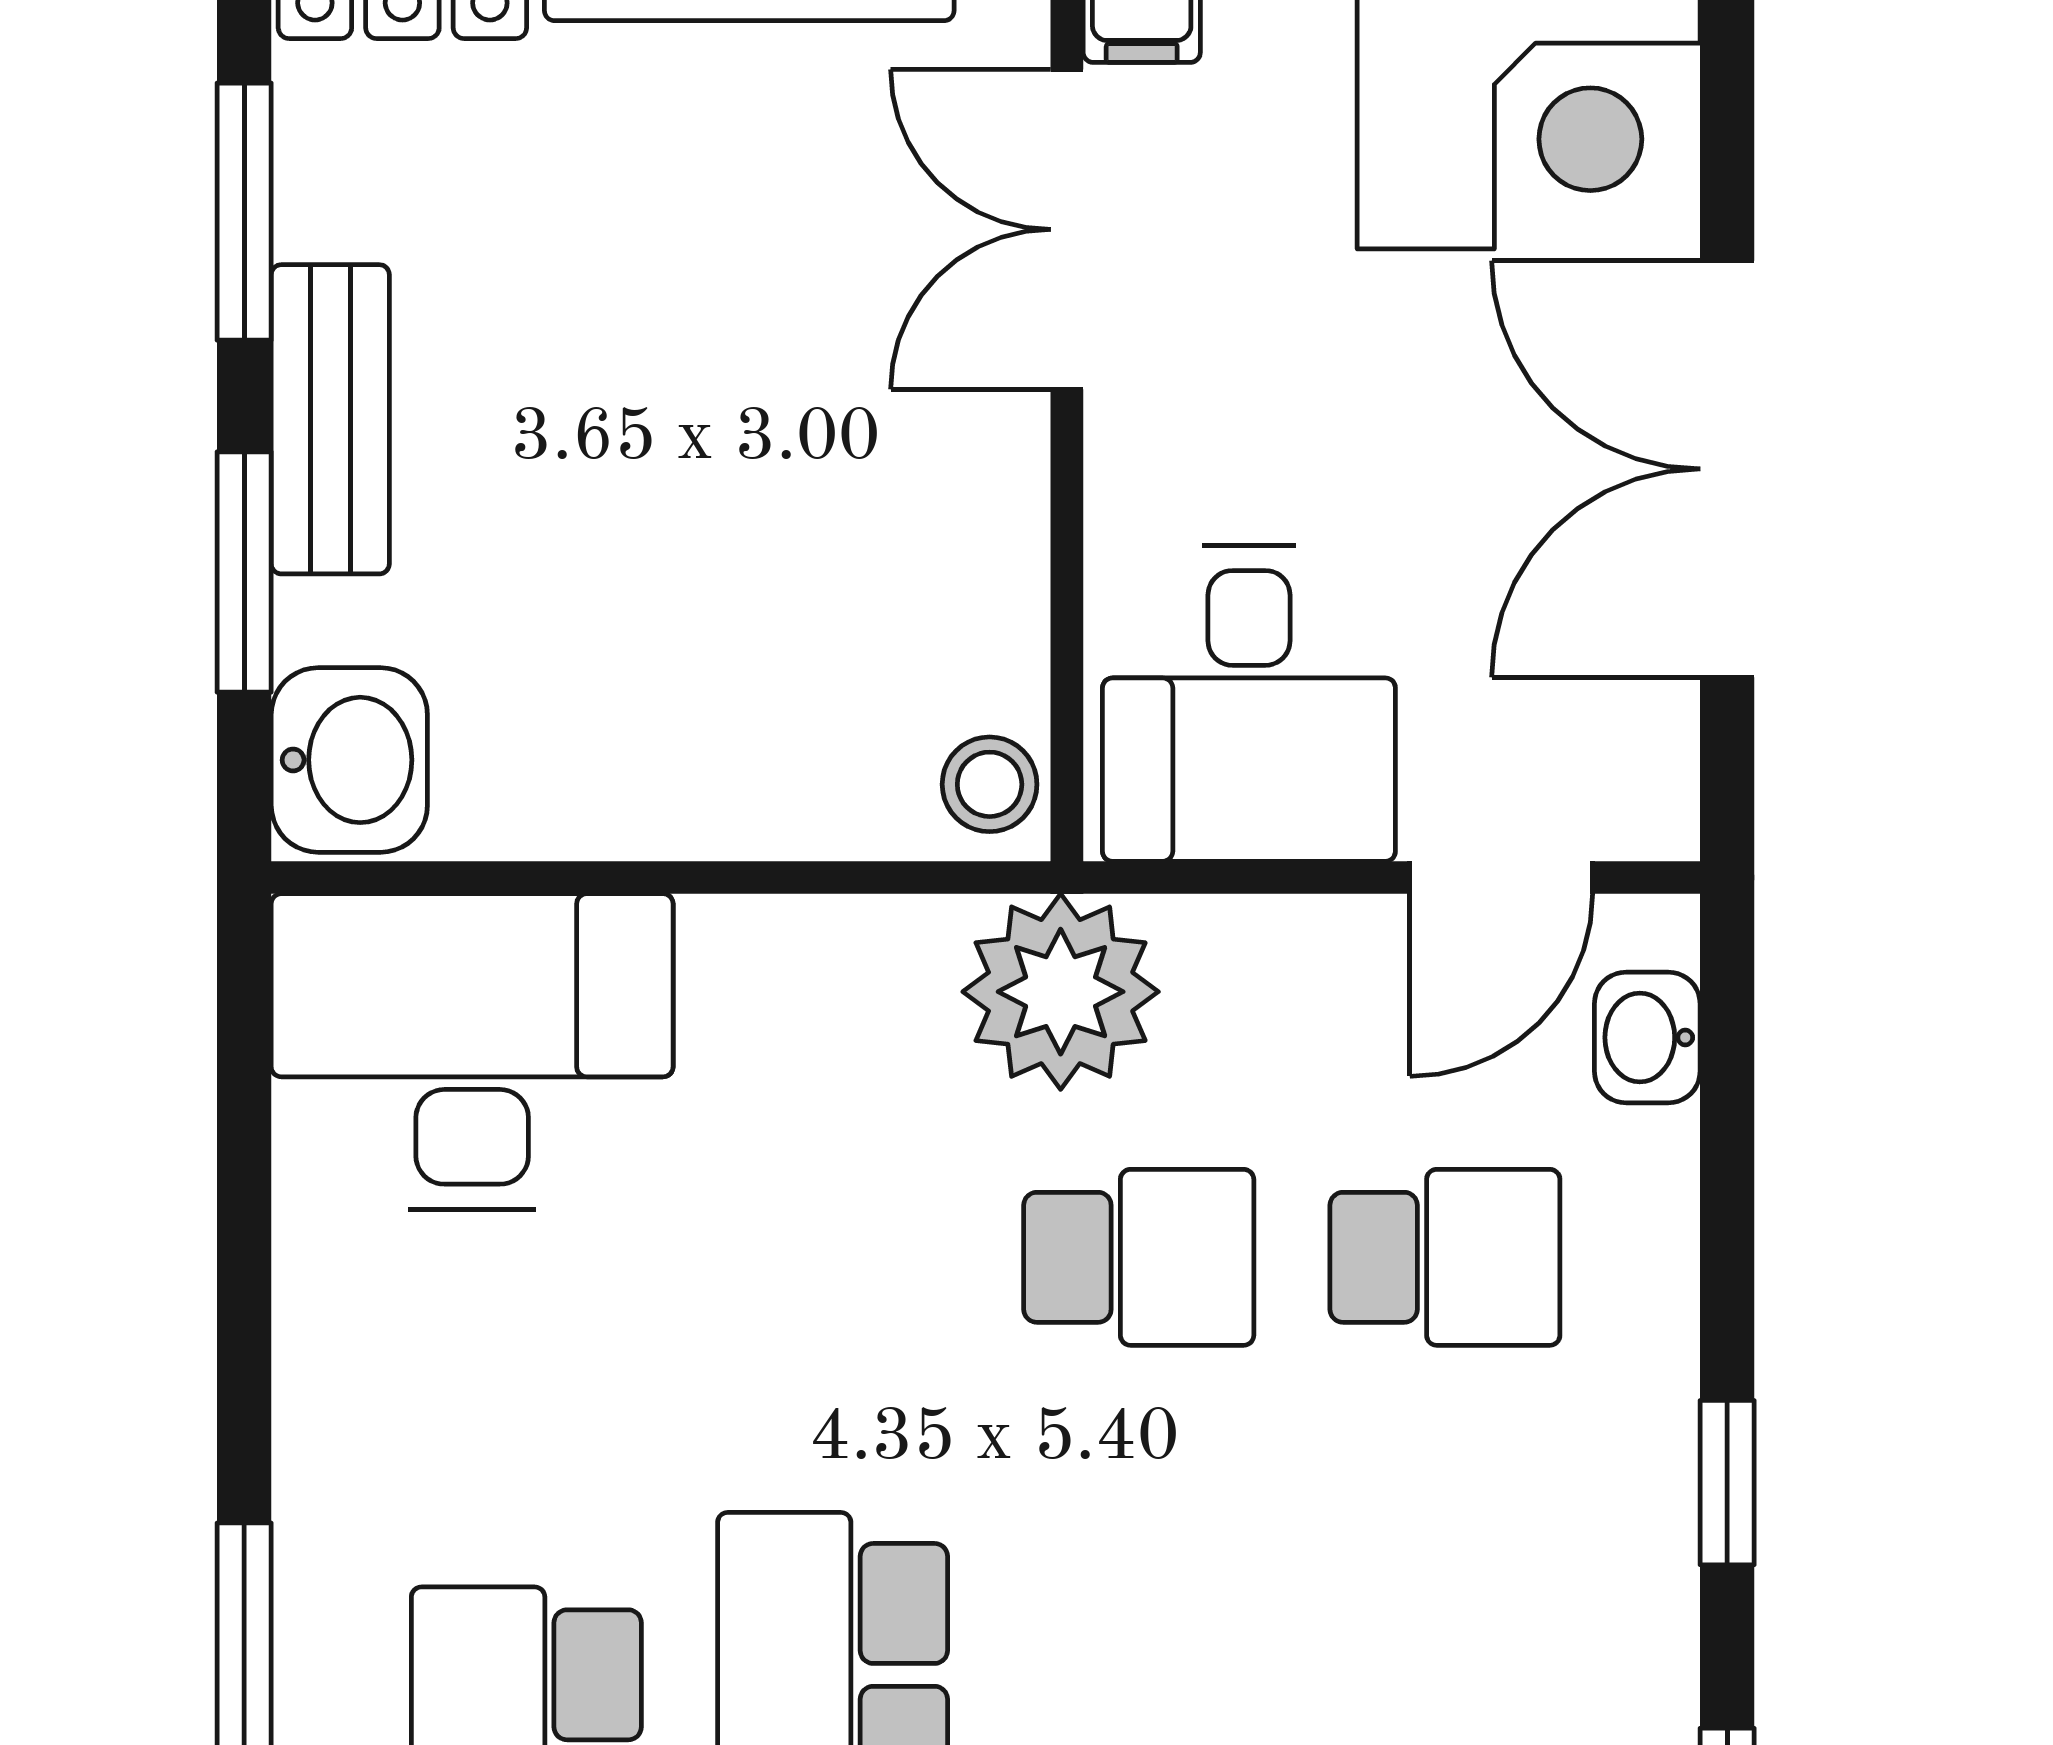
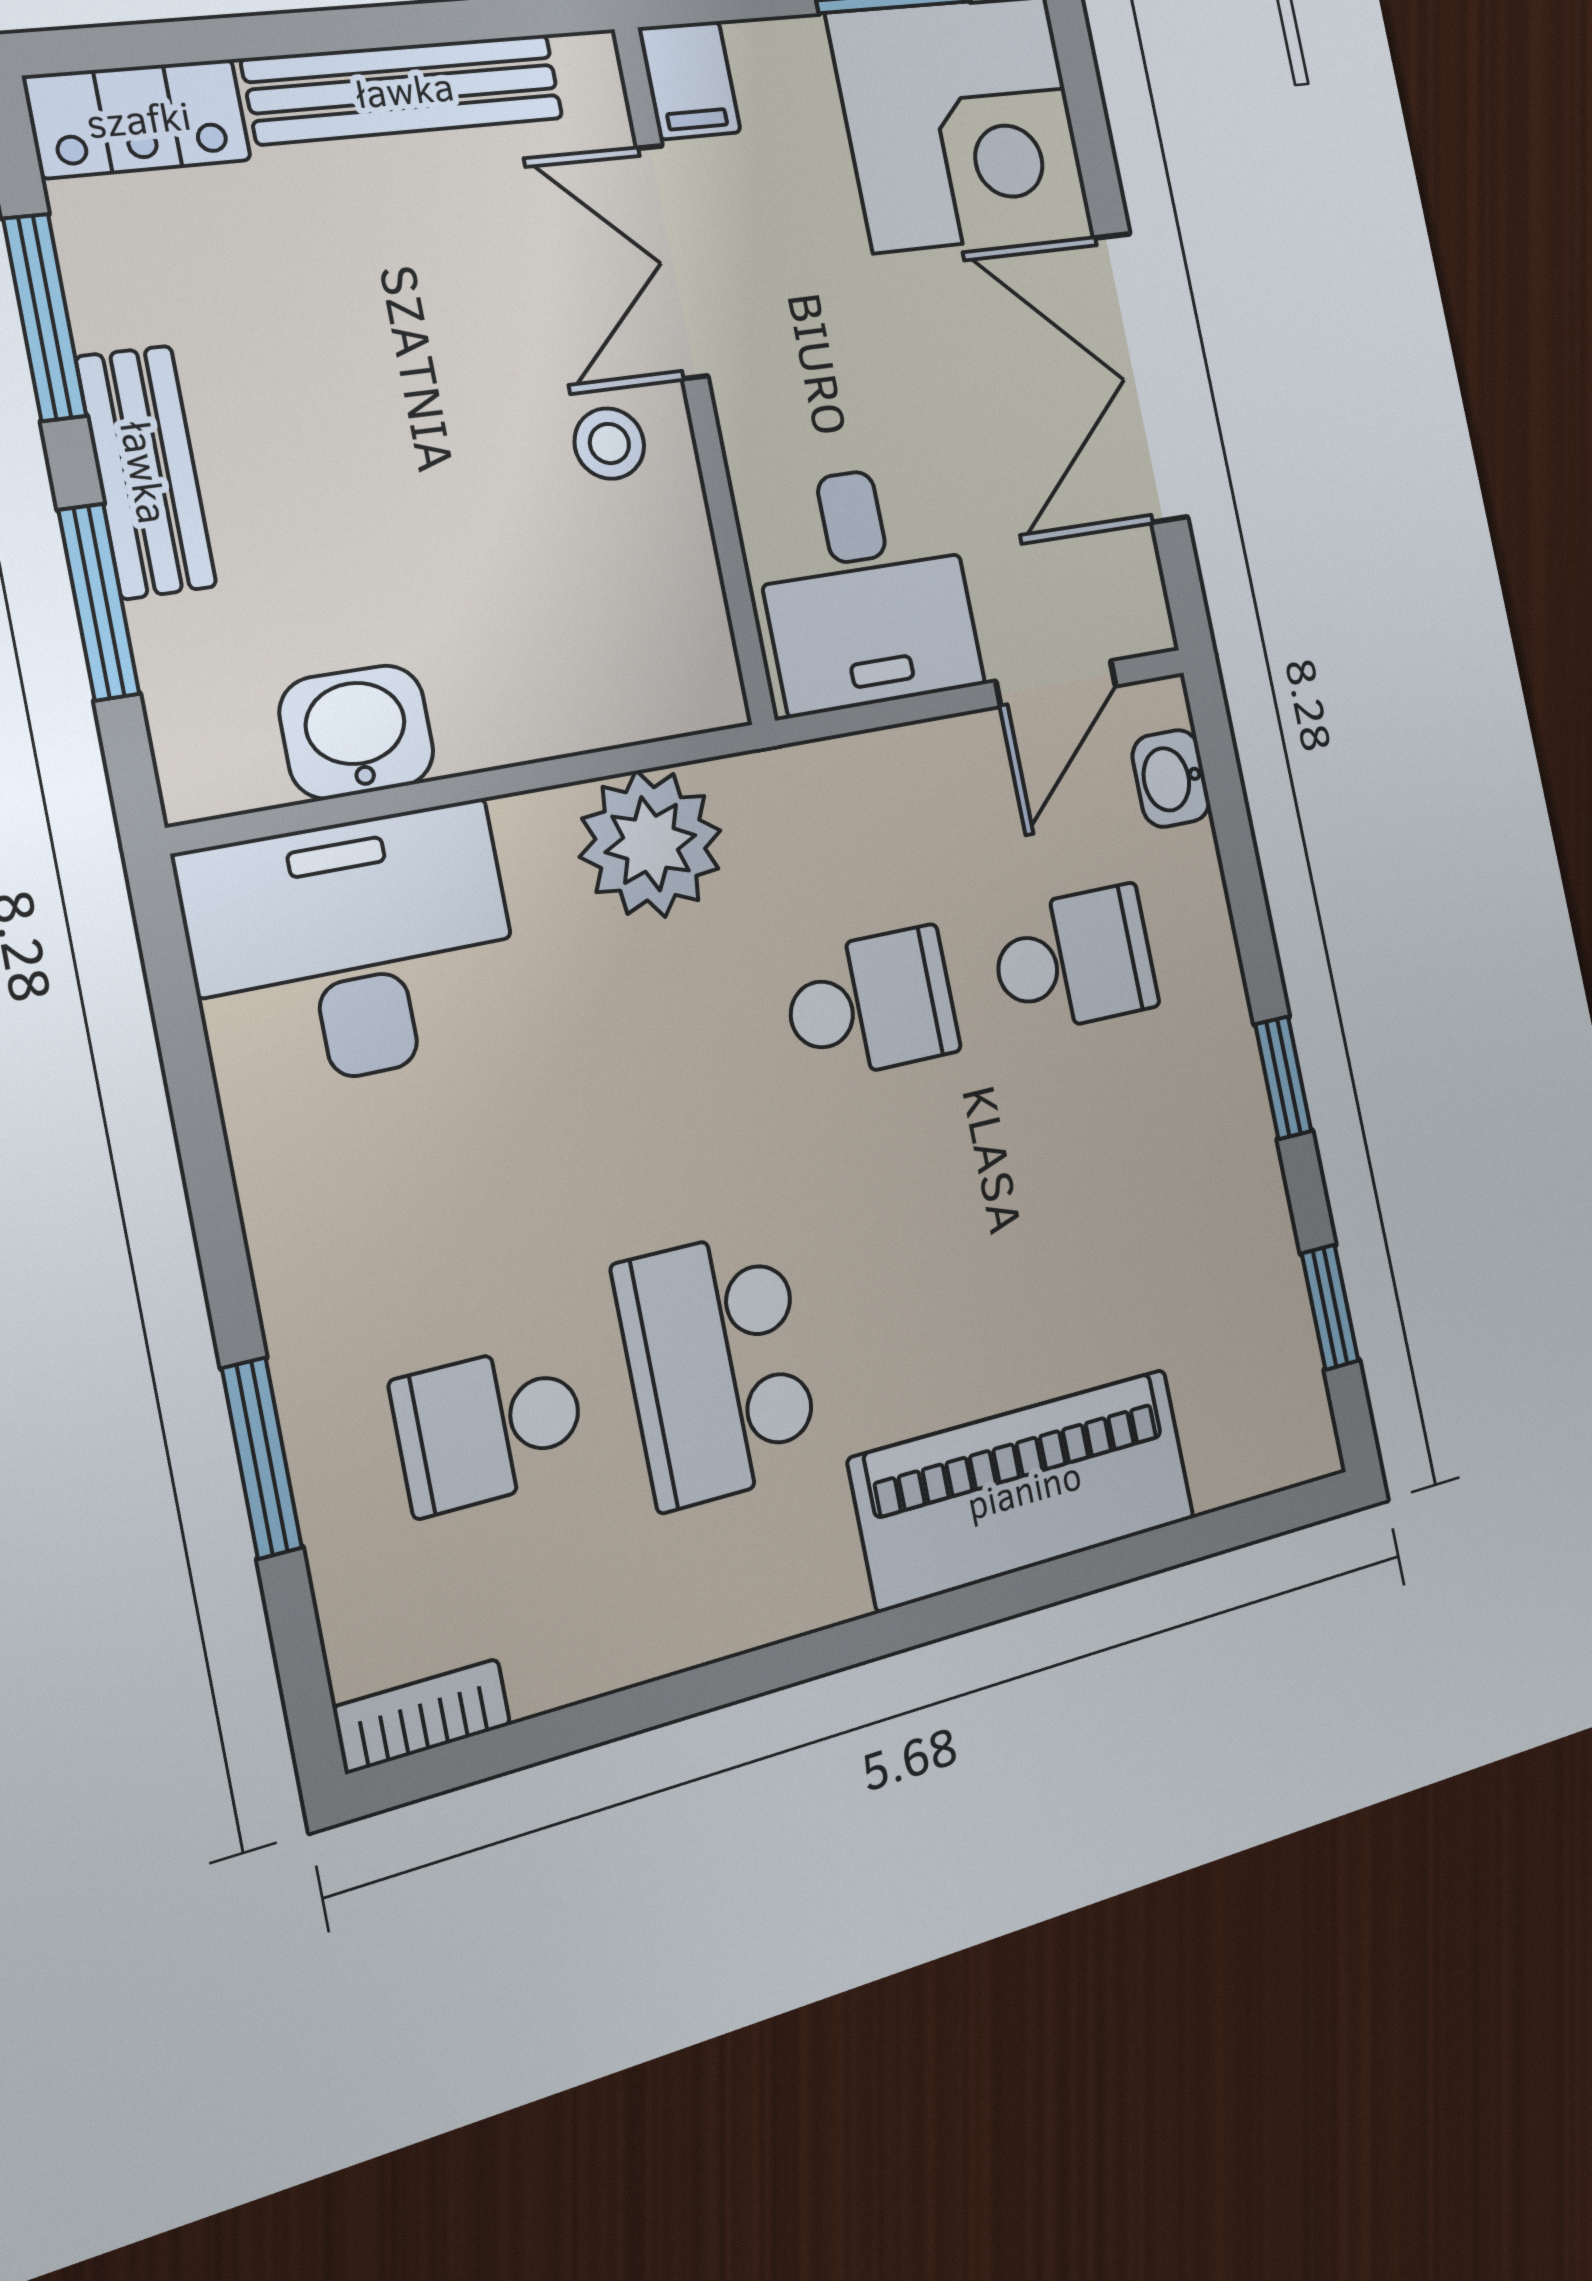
washbasin: (349, 760) -> (357, 732), moved, turned -90
stool: (990, 784) -> (609, 444), moved
plant: (1061, 992) -> (651, 844), moved

